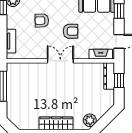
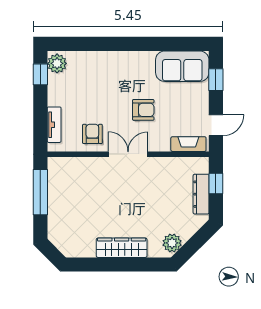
armchair: (42, 21) -> (92, 134), moved, turned 92
dresser: (109, 76) -> (201, 194), moved

